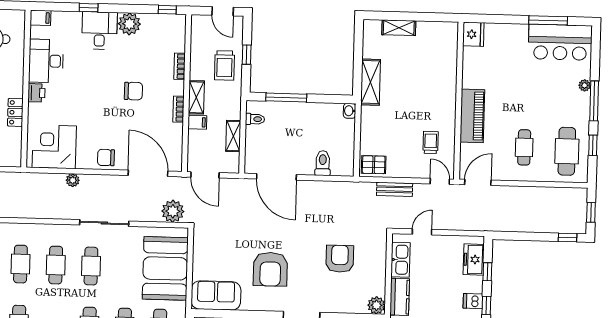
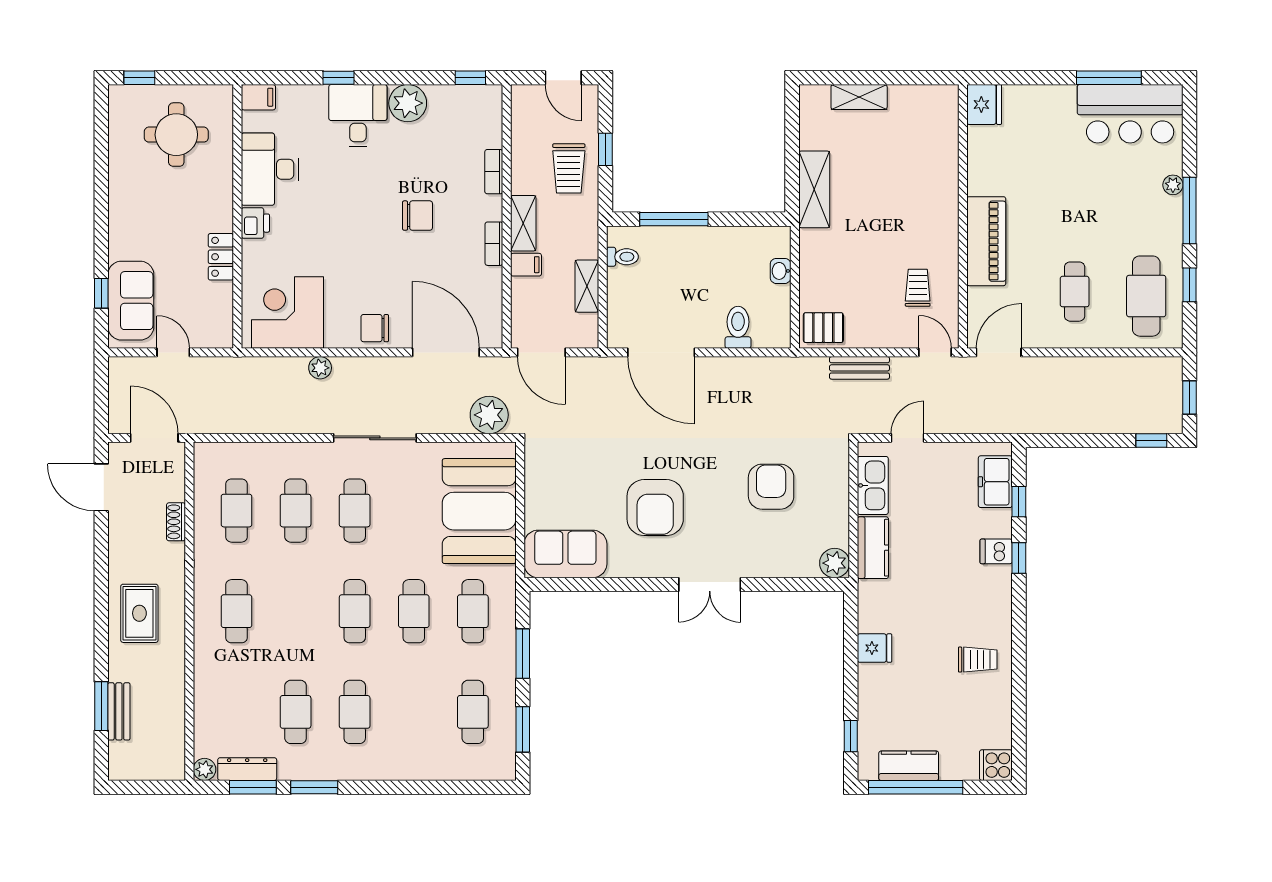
washbasin: (350, 111) -> (781, 271), moved

